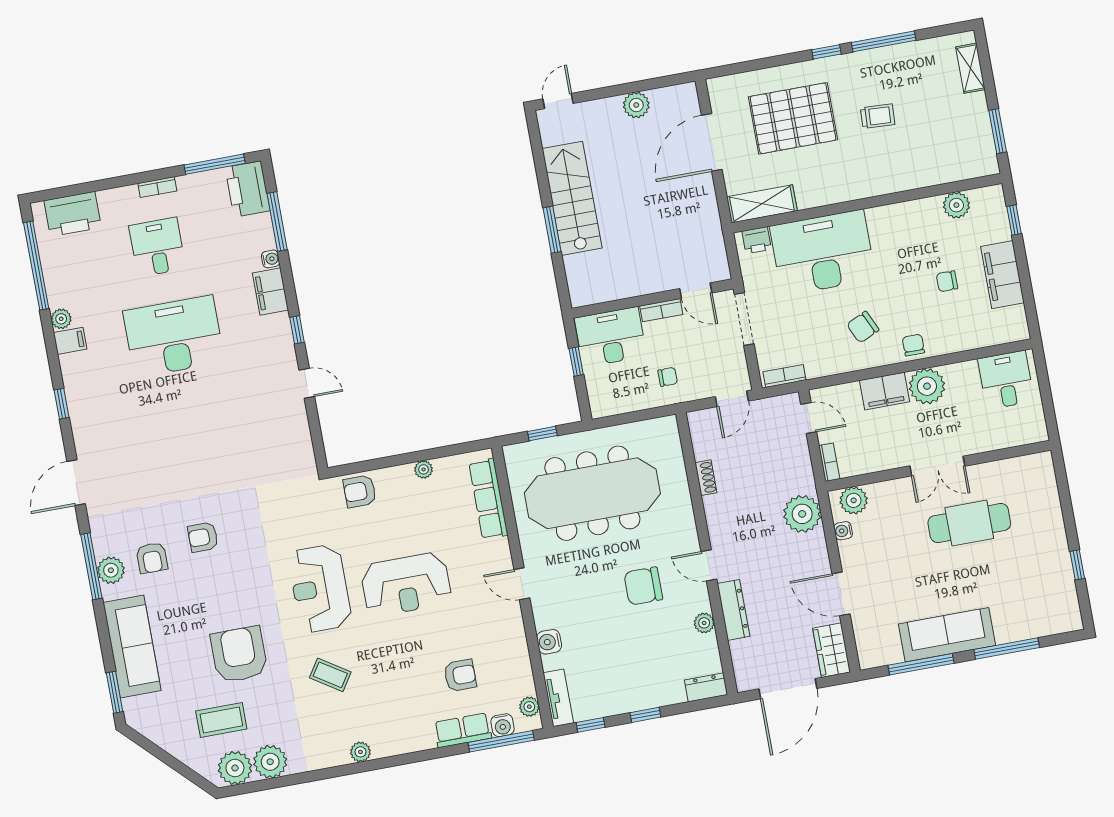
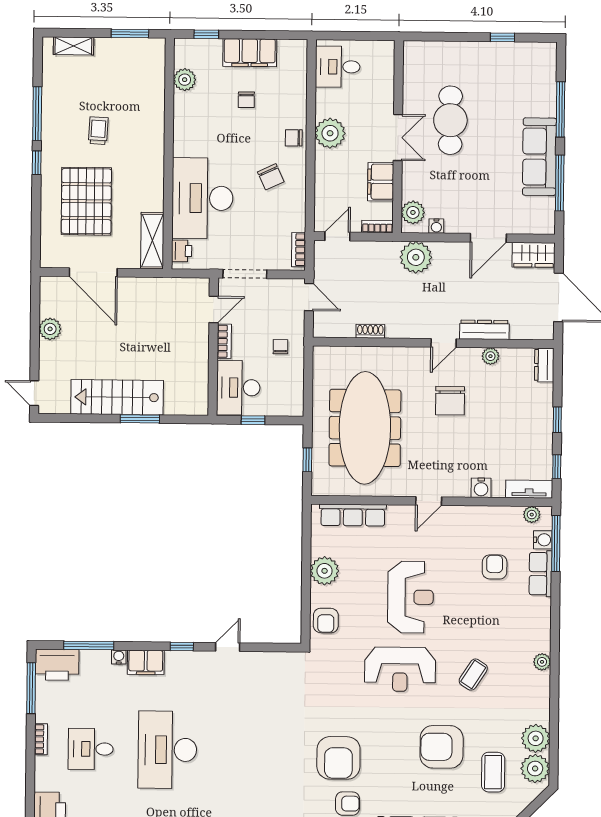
filing cabinet: (884, 391) -> (381, 182), moved, turned 180
plant: (424, 469) -> (325, 571), width x1.88, depth x1.88
armchair: (203, 537) -> (338, 758), width x1.88, depth x1.88

